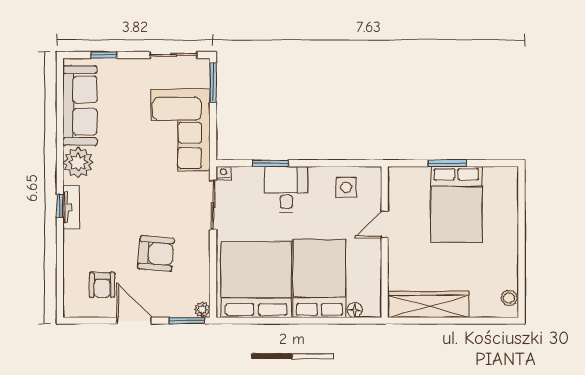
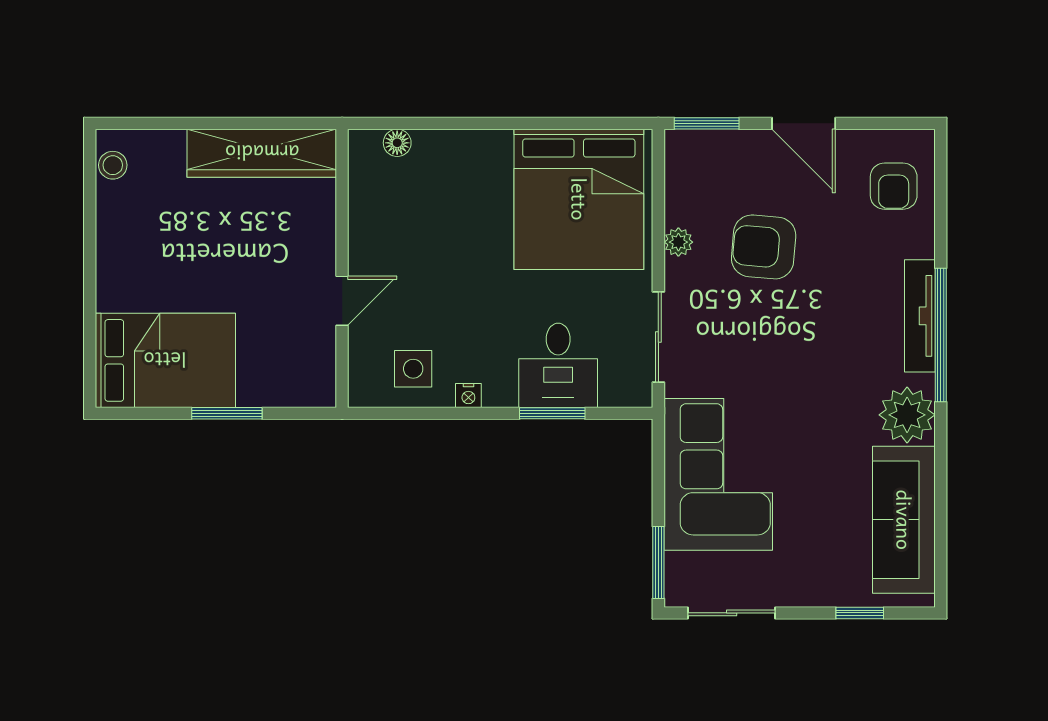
nightstand: (223, 173) -> (468, 396), moved
desk: (286, 189) -> (558, 365), moved
bed: (456, 204) -> (165, 360), moved, turned 90
window: (60, 206) -> (941, 335), width x3.17
tv unit: (71, 207) -> (920, 316), width x1.41
bed: (319, 278) -> (463, 201), removed
armchair: (102, 285) -> (894, 186), moved, turned 180
plant: (202, 310) -> (678, 242), moved

